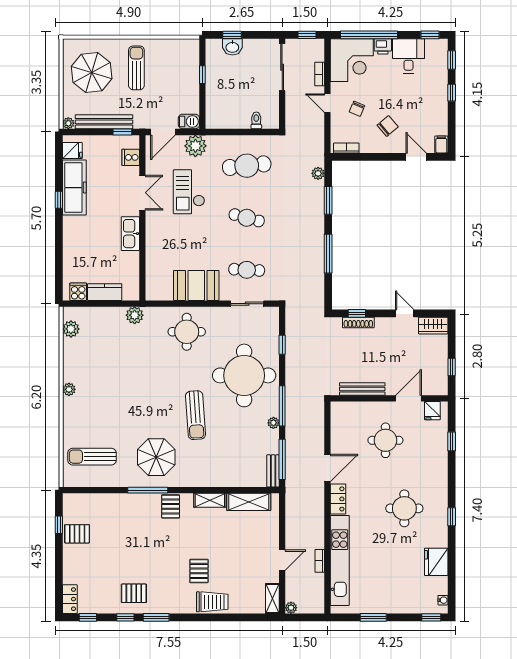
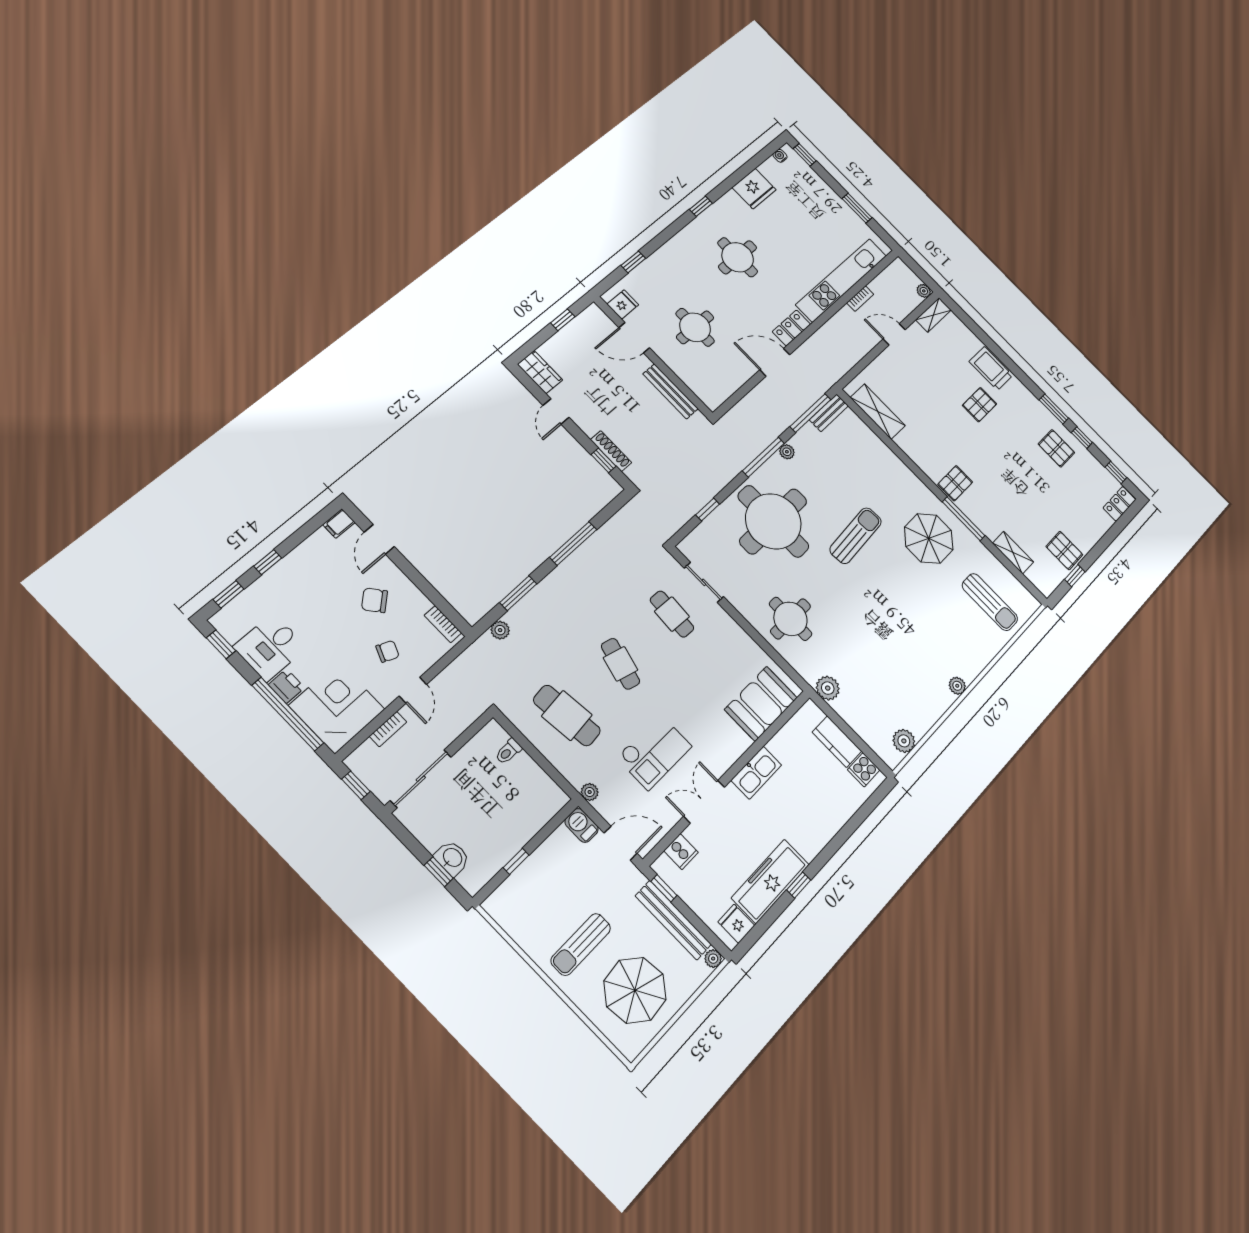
plant: (195, 146) -> (590, 792), width x0.53, depth x0.53
booth: (196, 285) -> (761, 704), moved, turned 90
shelving: (210, 500) -> (1013, 553), moved

